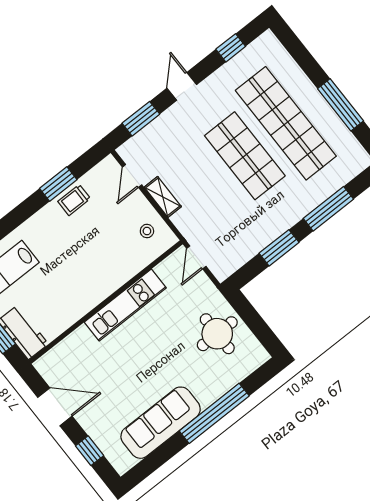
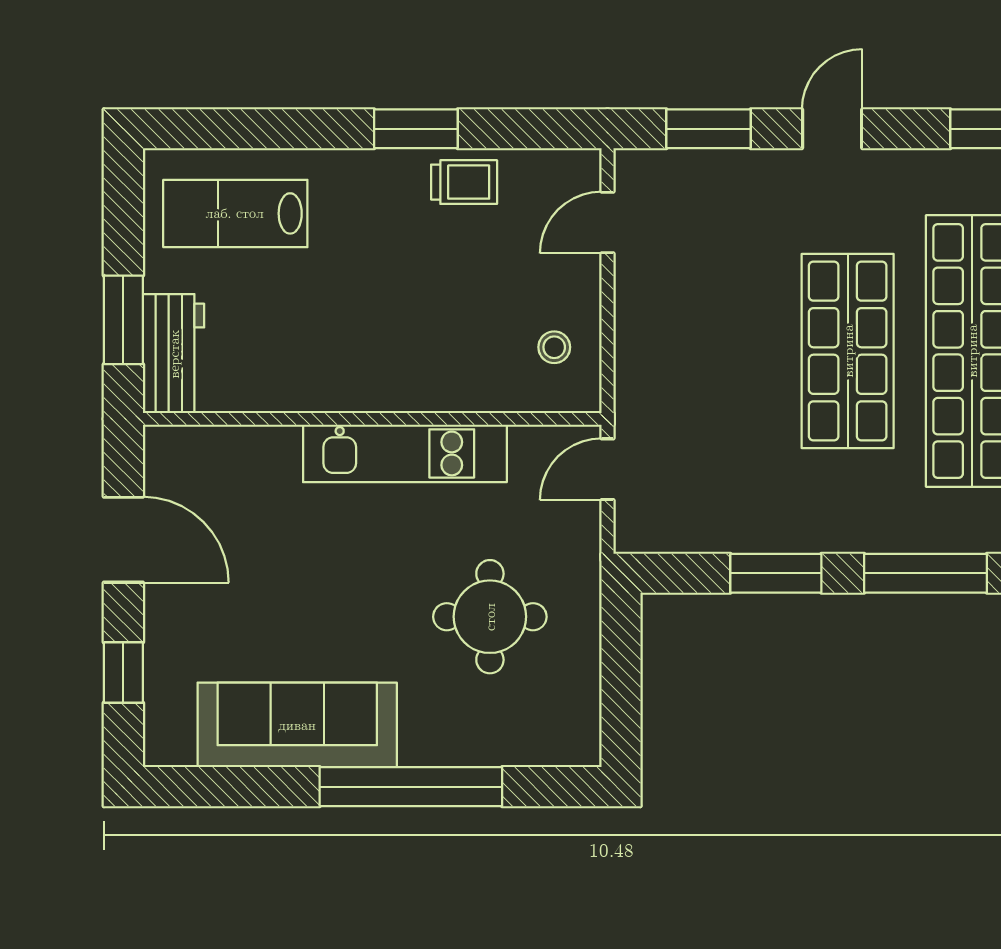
window: (58, 184) -> (416, 129), moved
shelving: (163, 197) -> (634, 307), removed
trolley: (74, 200) -> (464, 182), turned 180
round table: (217, 334) -> (490, 617), moved

